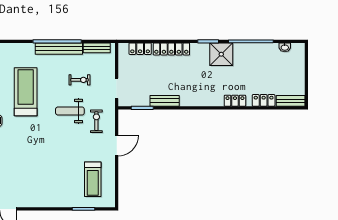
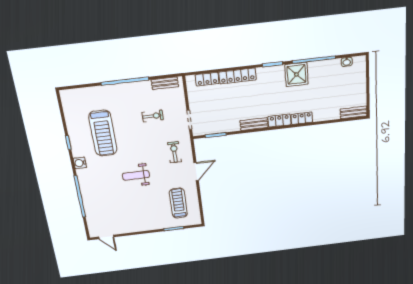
bench: (59, 49) -> (128, 88), removed
shower: (221, 54) -> (296, 74), moved
treadmill: (26, 92) -> (103, 133), turned 180
locker: (264, 100) -> (279, 121), moved
bench: (165, 101) -> (254, 124), moved
weight bench: (70, 111) -> (136, 175), moved
treadmill: (93, 179) -> (178, 203), turned 180

